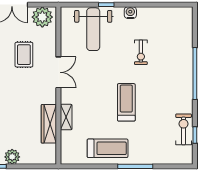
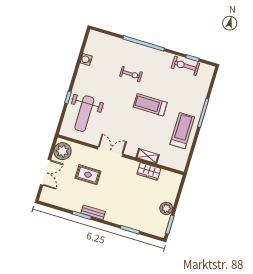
water cooler: (130, 13) -> (86, 60), moved
weight bench: (93, 29) -> (84, 114), turned 90
exercise bike: (141, 52) -> (131, 74), moved
wardrobe: (49, 124) -> (149, 171), width x0.67

